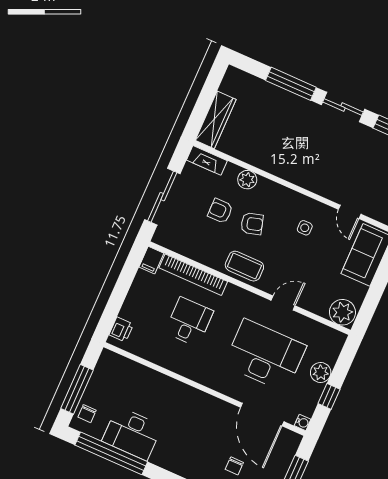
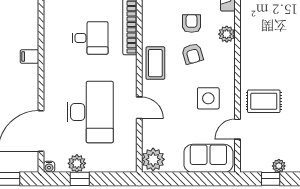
rug: (333, 172) -> (264, 101), added
side table: (305, 228) -> (208, 98), width x1.87, depth x1.87
plant: (321, 372) -> (77, 163), moved
filing cabinet: (180, 392) -> (29, 56), added

